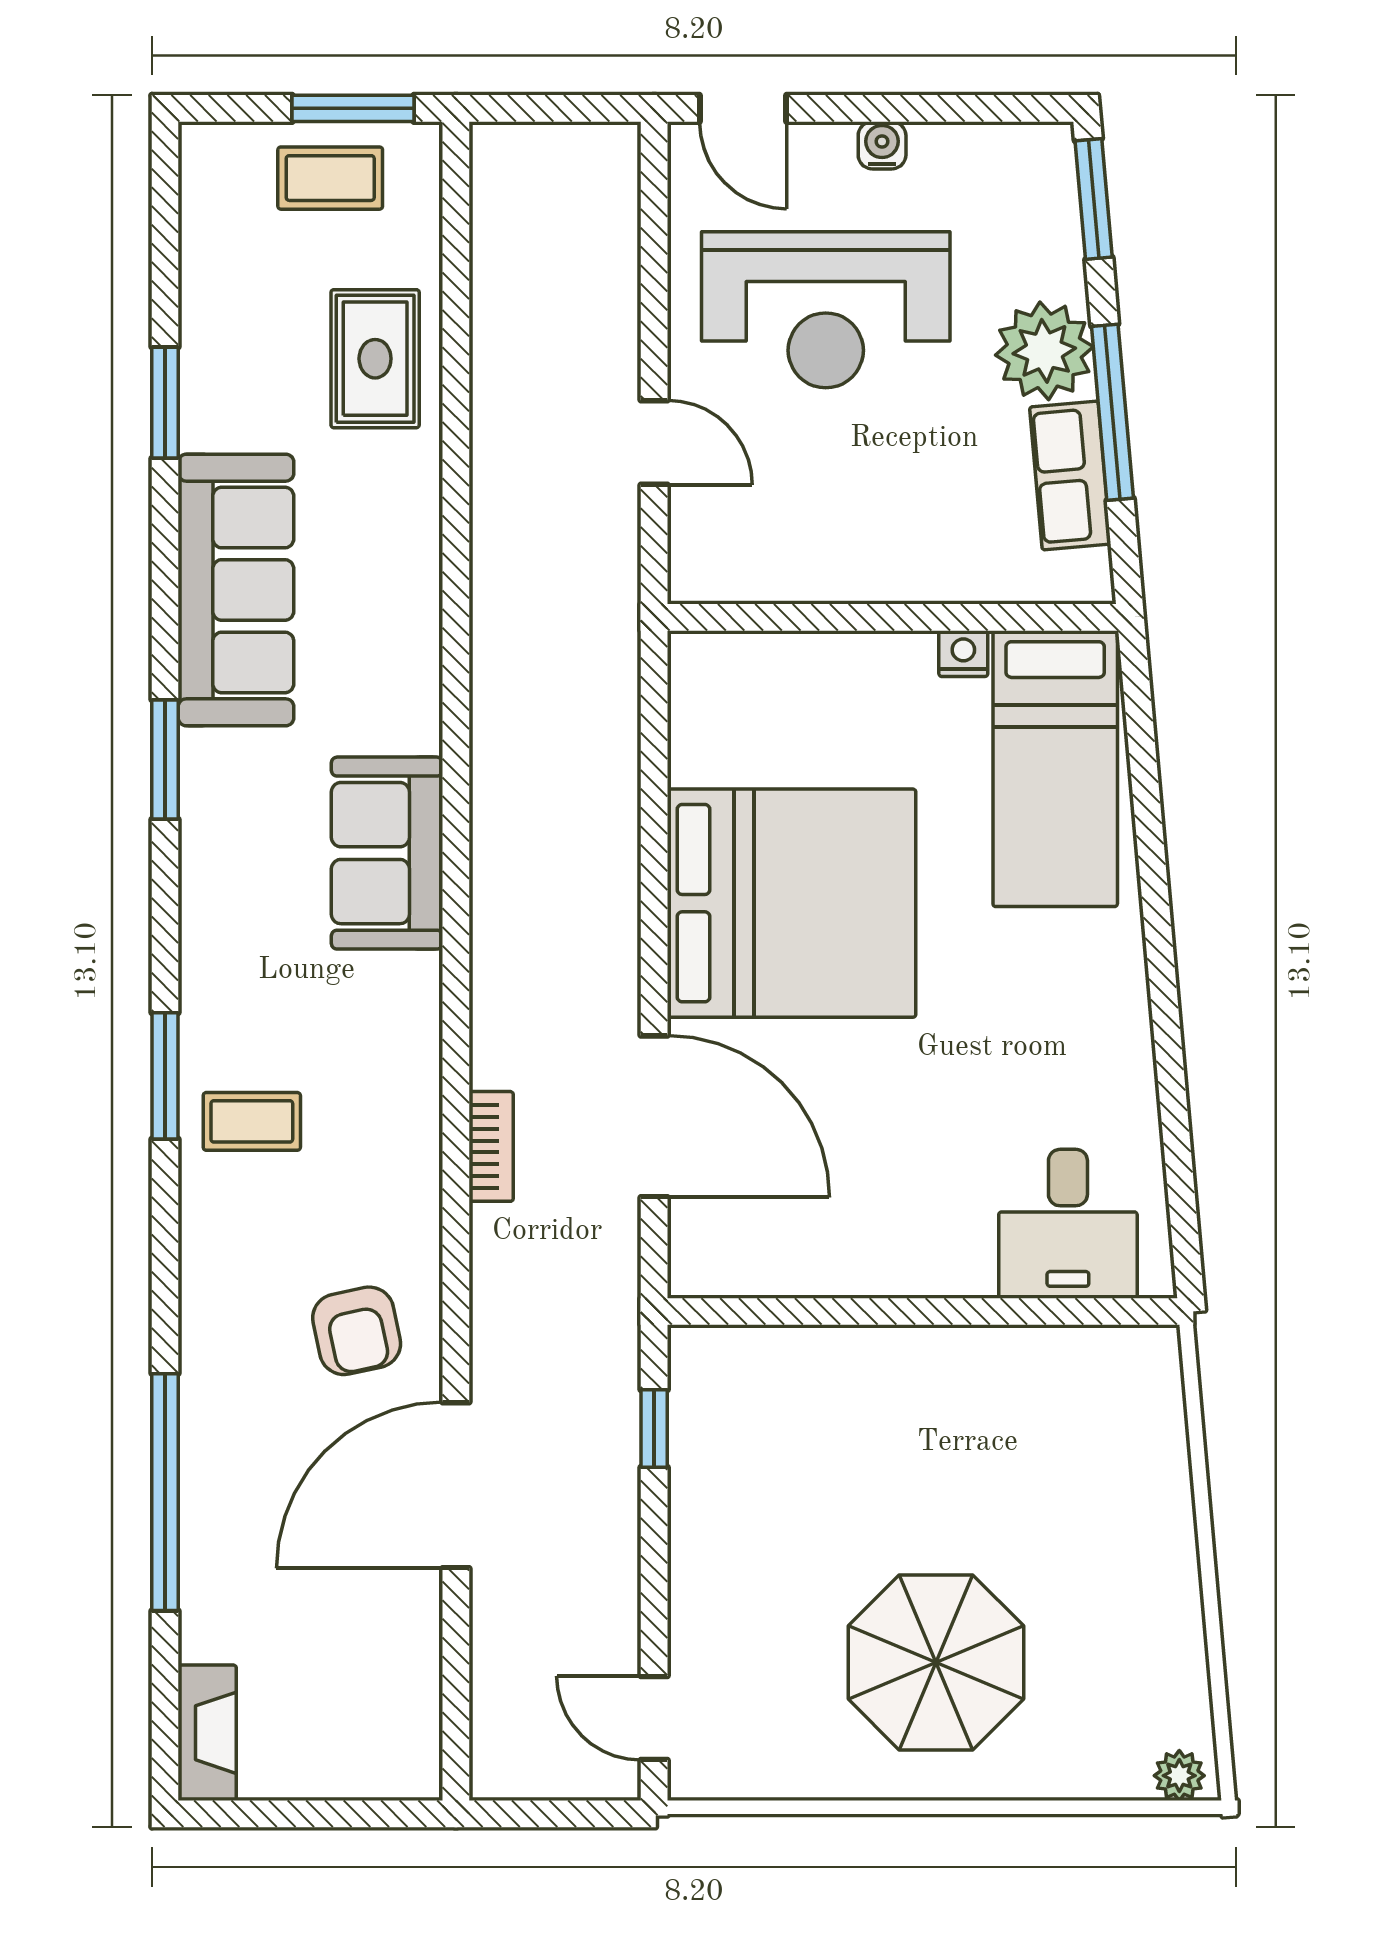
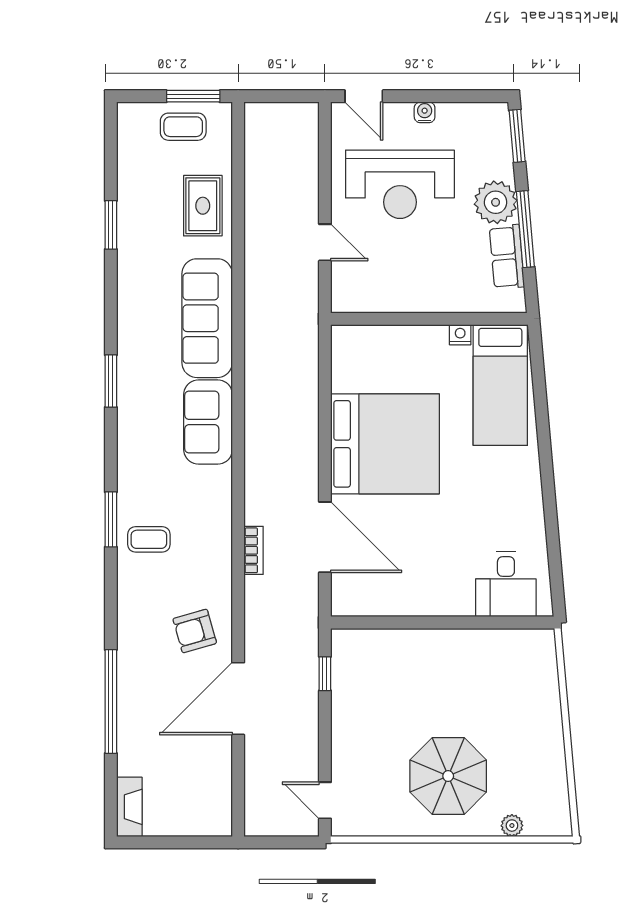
sofa: (236, 590) -> (207, 318), moved, turned 180
armchair: (357, 1331) -> (195, 631), turned 86
plant: (1179, 1776) -> (512, 826), moved

